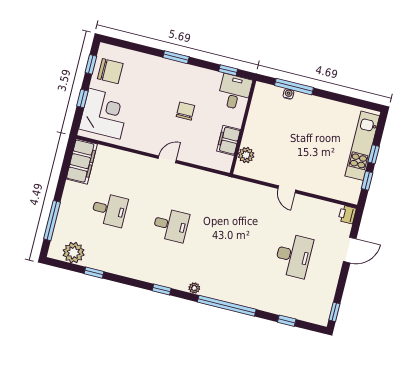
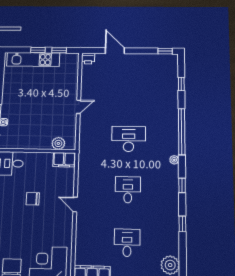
filing cabinet: (229, 140) -> (64, 160), moved
desk: (294, 256) -> (129, 139), moved
window: (94, 273) -> (182, 224), moved

